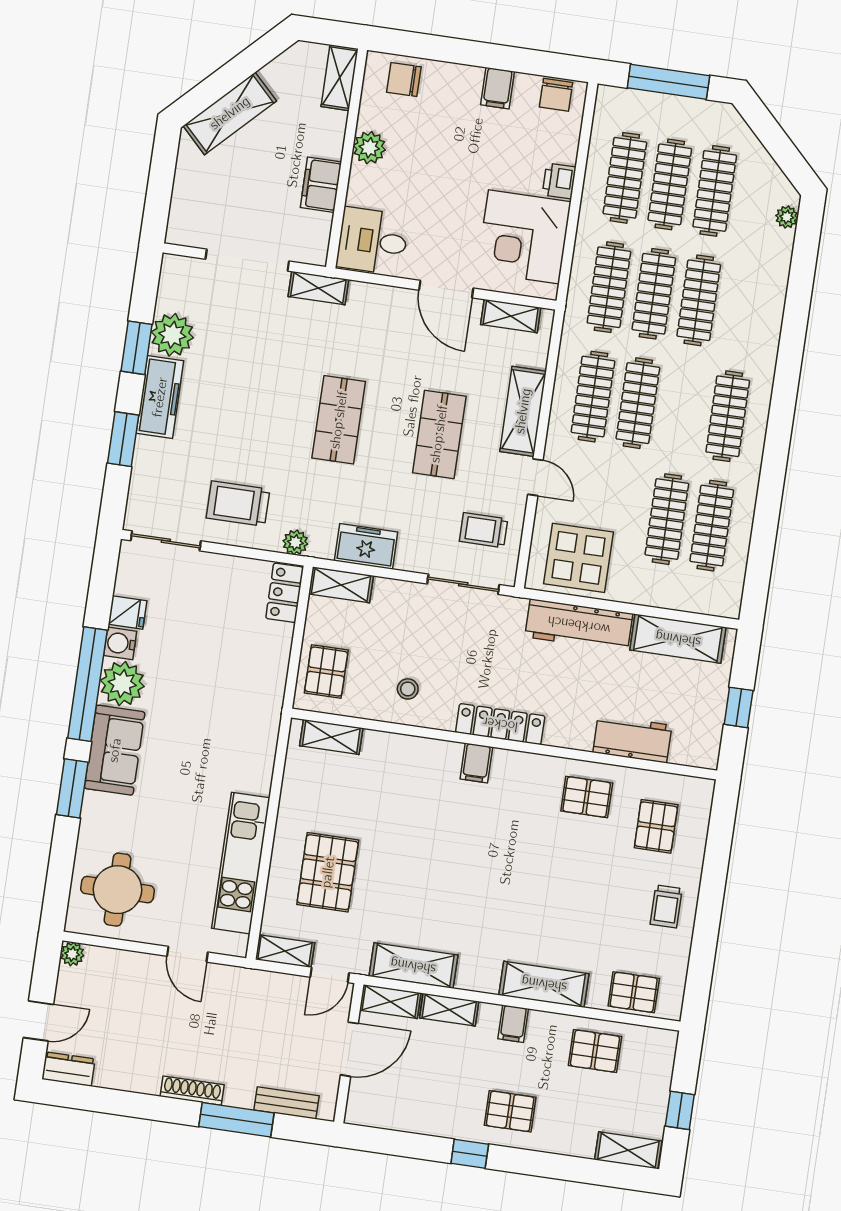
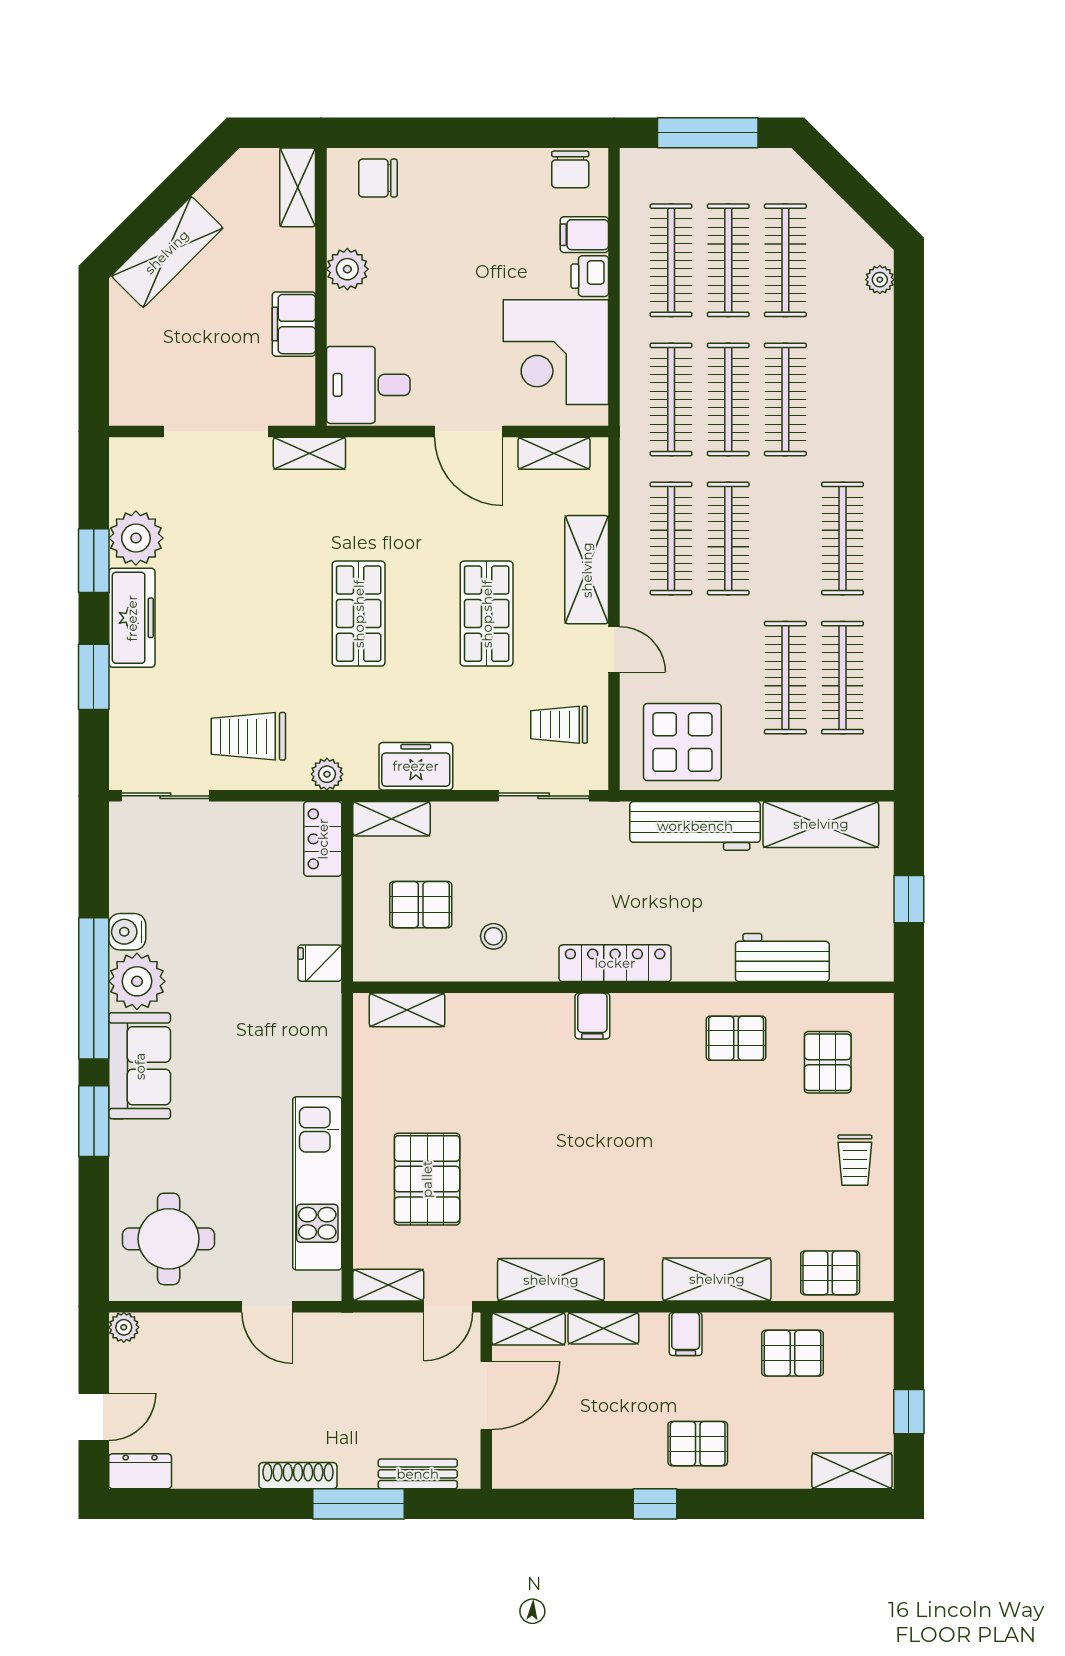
filing cabinet: (498, 88) -> (584, 235), moved, turned 90
fridge: (127, 613) -> (320, 963), moved, turned 180
pallet: (326, 672) -> (421, 905), moved, turned 90

